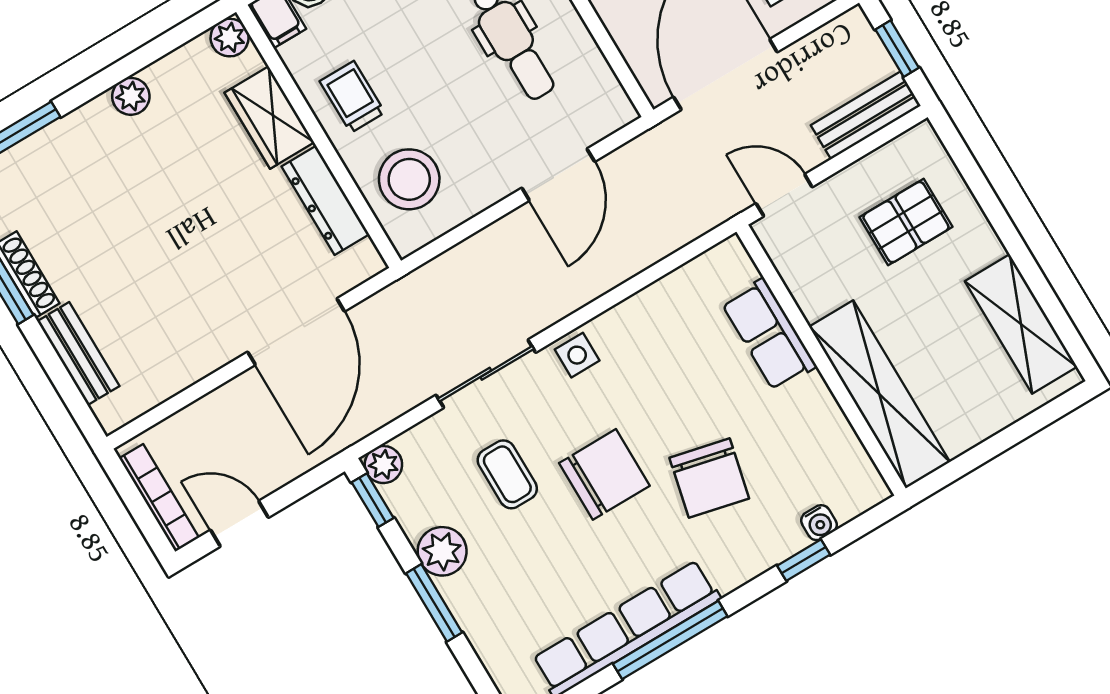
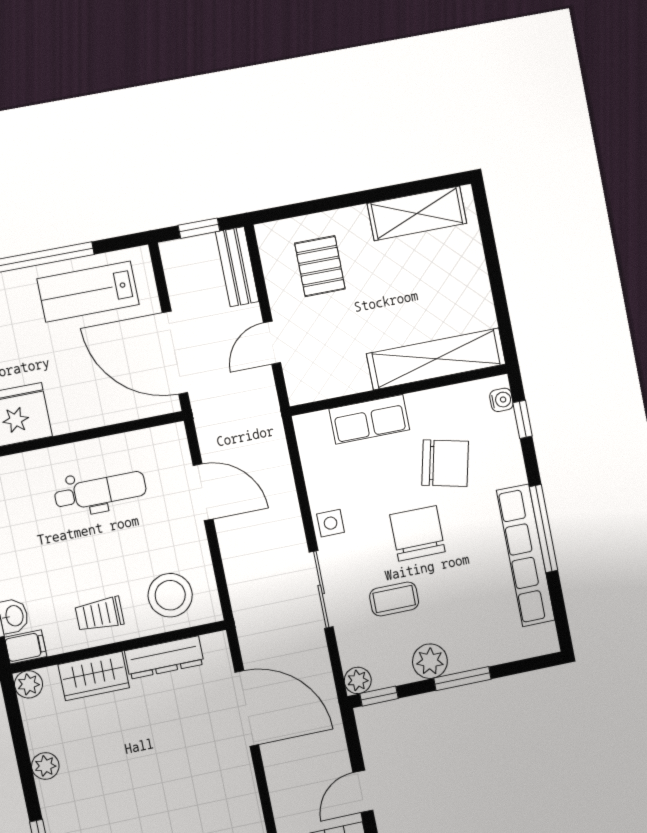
row of seats: (769, 335) -> (369, 419), moved
wall: (821, 360) -> (399, 390), moved
shelving: (879, 394) -> (436, 359), moved

